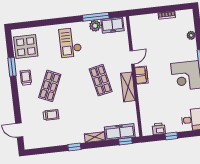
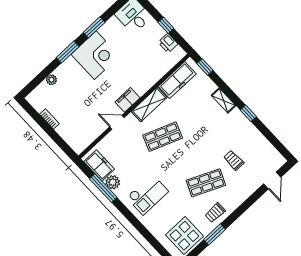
shop shelf: (101, 80) -> (163, 137), turned 33
freezer: (120, 132) -> (177, 80), moved, turned -90

